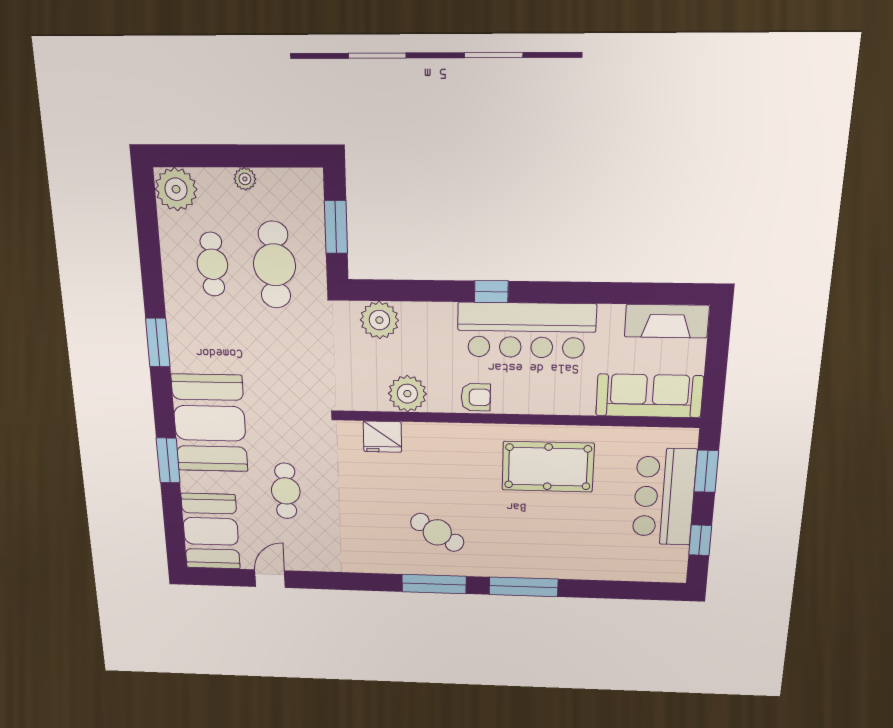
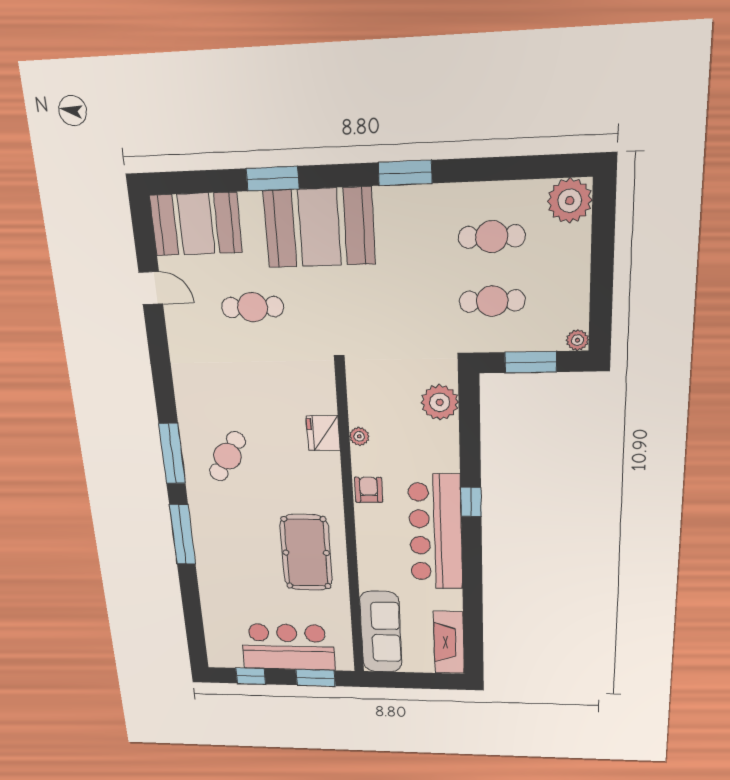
plant: (245, 179) -> (578, 340), moved
cafe table: (274, 265) -> (492, 301), width x0.73, depth x0.74
plant: (407, 394) -> (359, 436), width x0.53, depth x0.53
armchair: (476, 397) -> (369, 490), turned 180
fridge: (382, 437) -> (323, 433), moved

